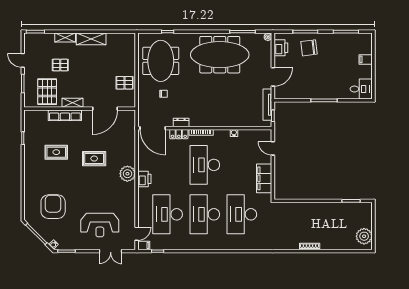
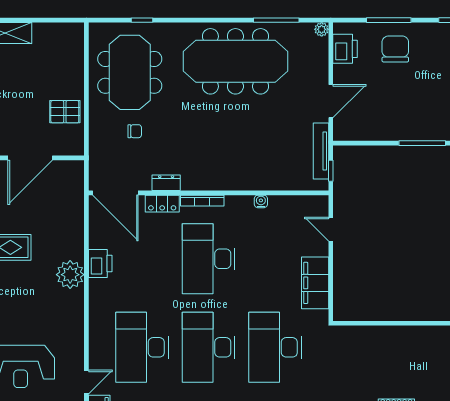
chair: (309, 48) -> (395, 49), turned 97
printer: (144, 179) -> (100, 263), moved

